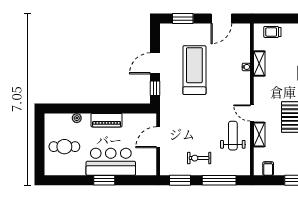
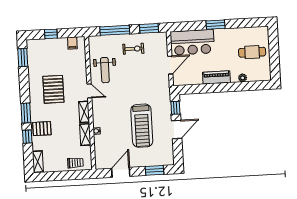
shelving: (259, 134) -> (84, 112), moved
bar counter: (111, 162) -> (192, 42), moved

